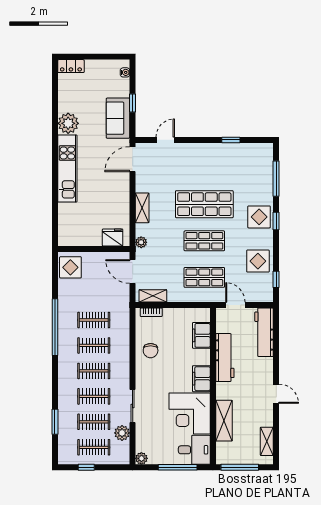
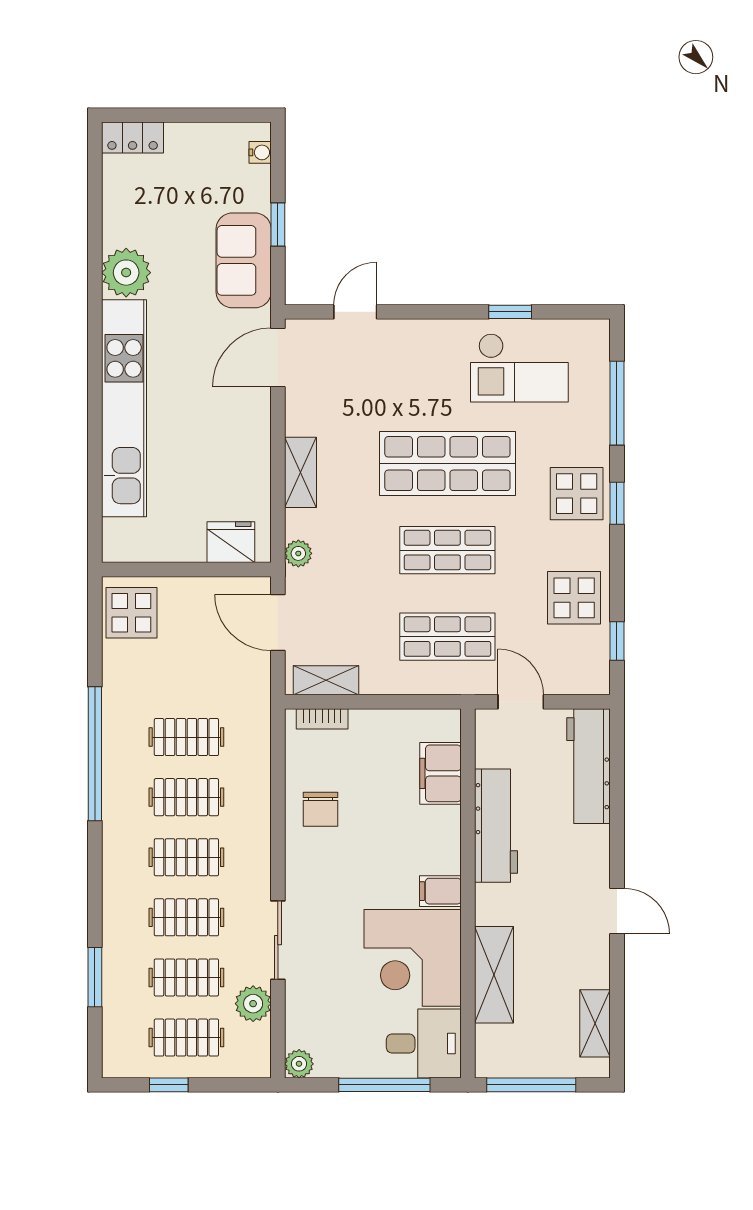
checkout: (235, 164) -> (519, 368), added
kitchen unit: (67, 169) -> (124, 408), width x1.36
filing cabinet: (201, 379) -> (440, 891), width x0.50

